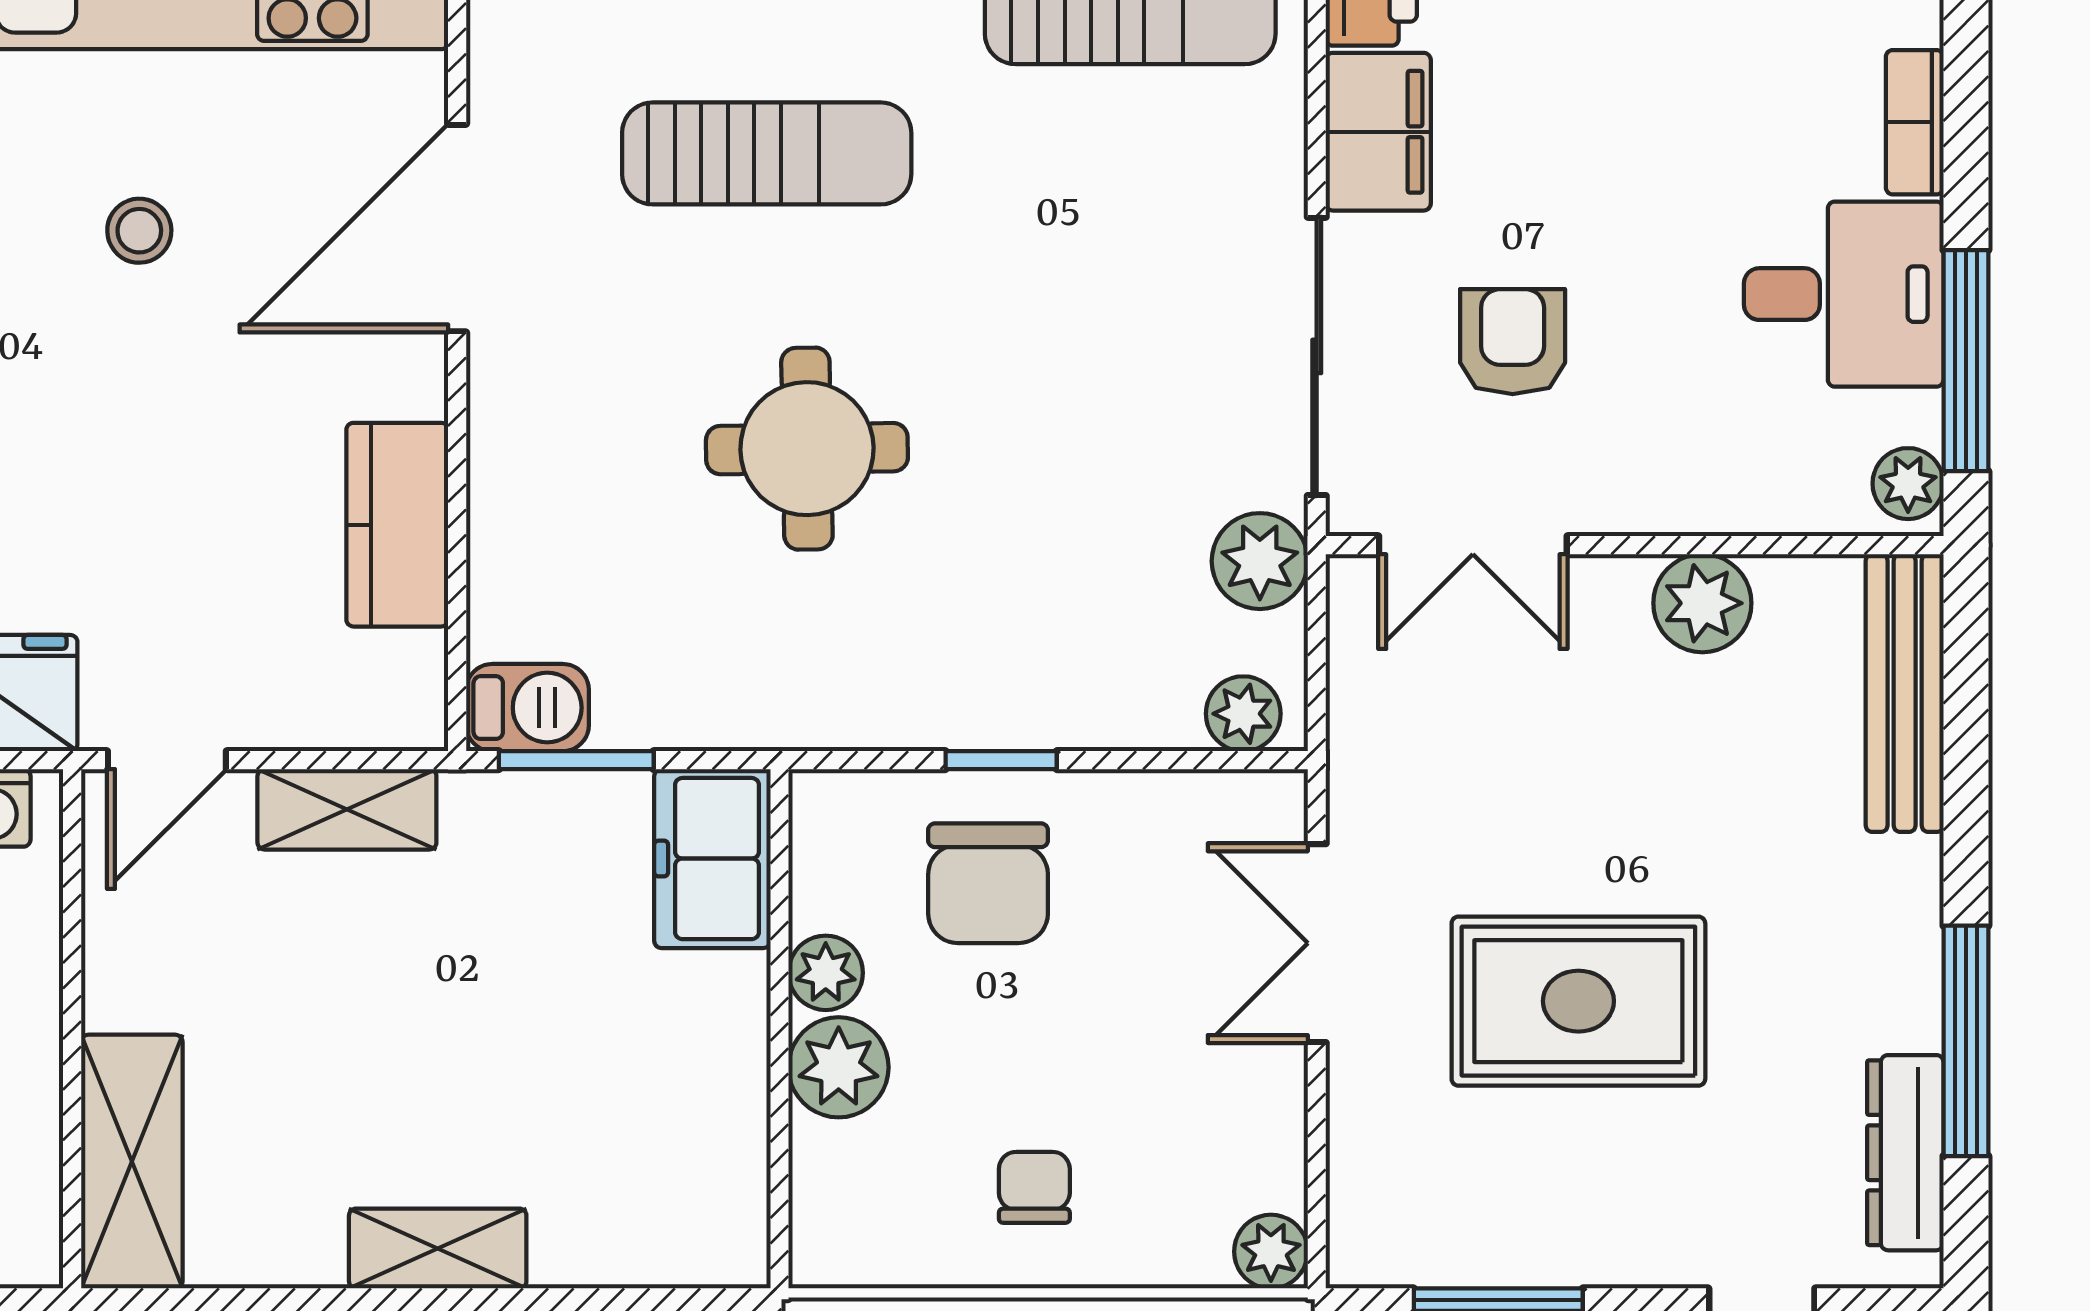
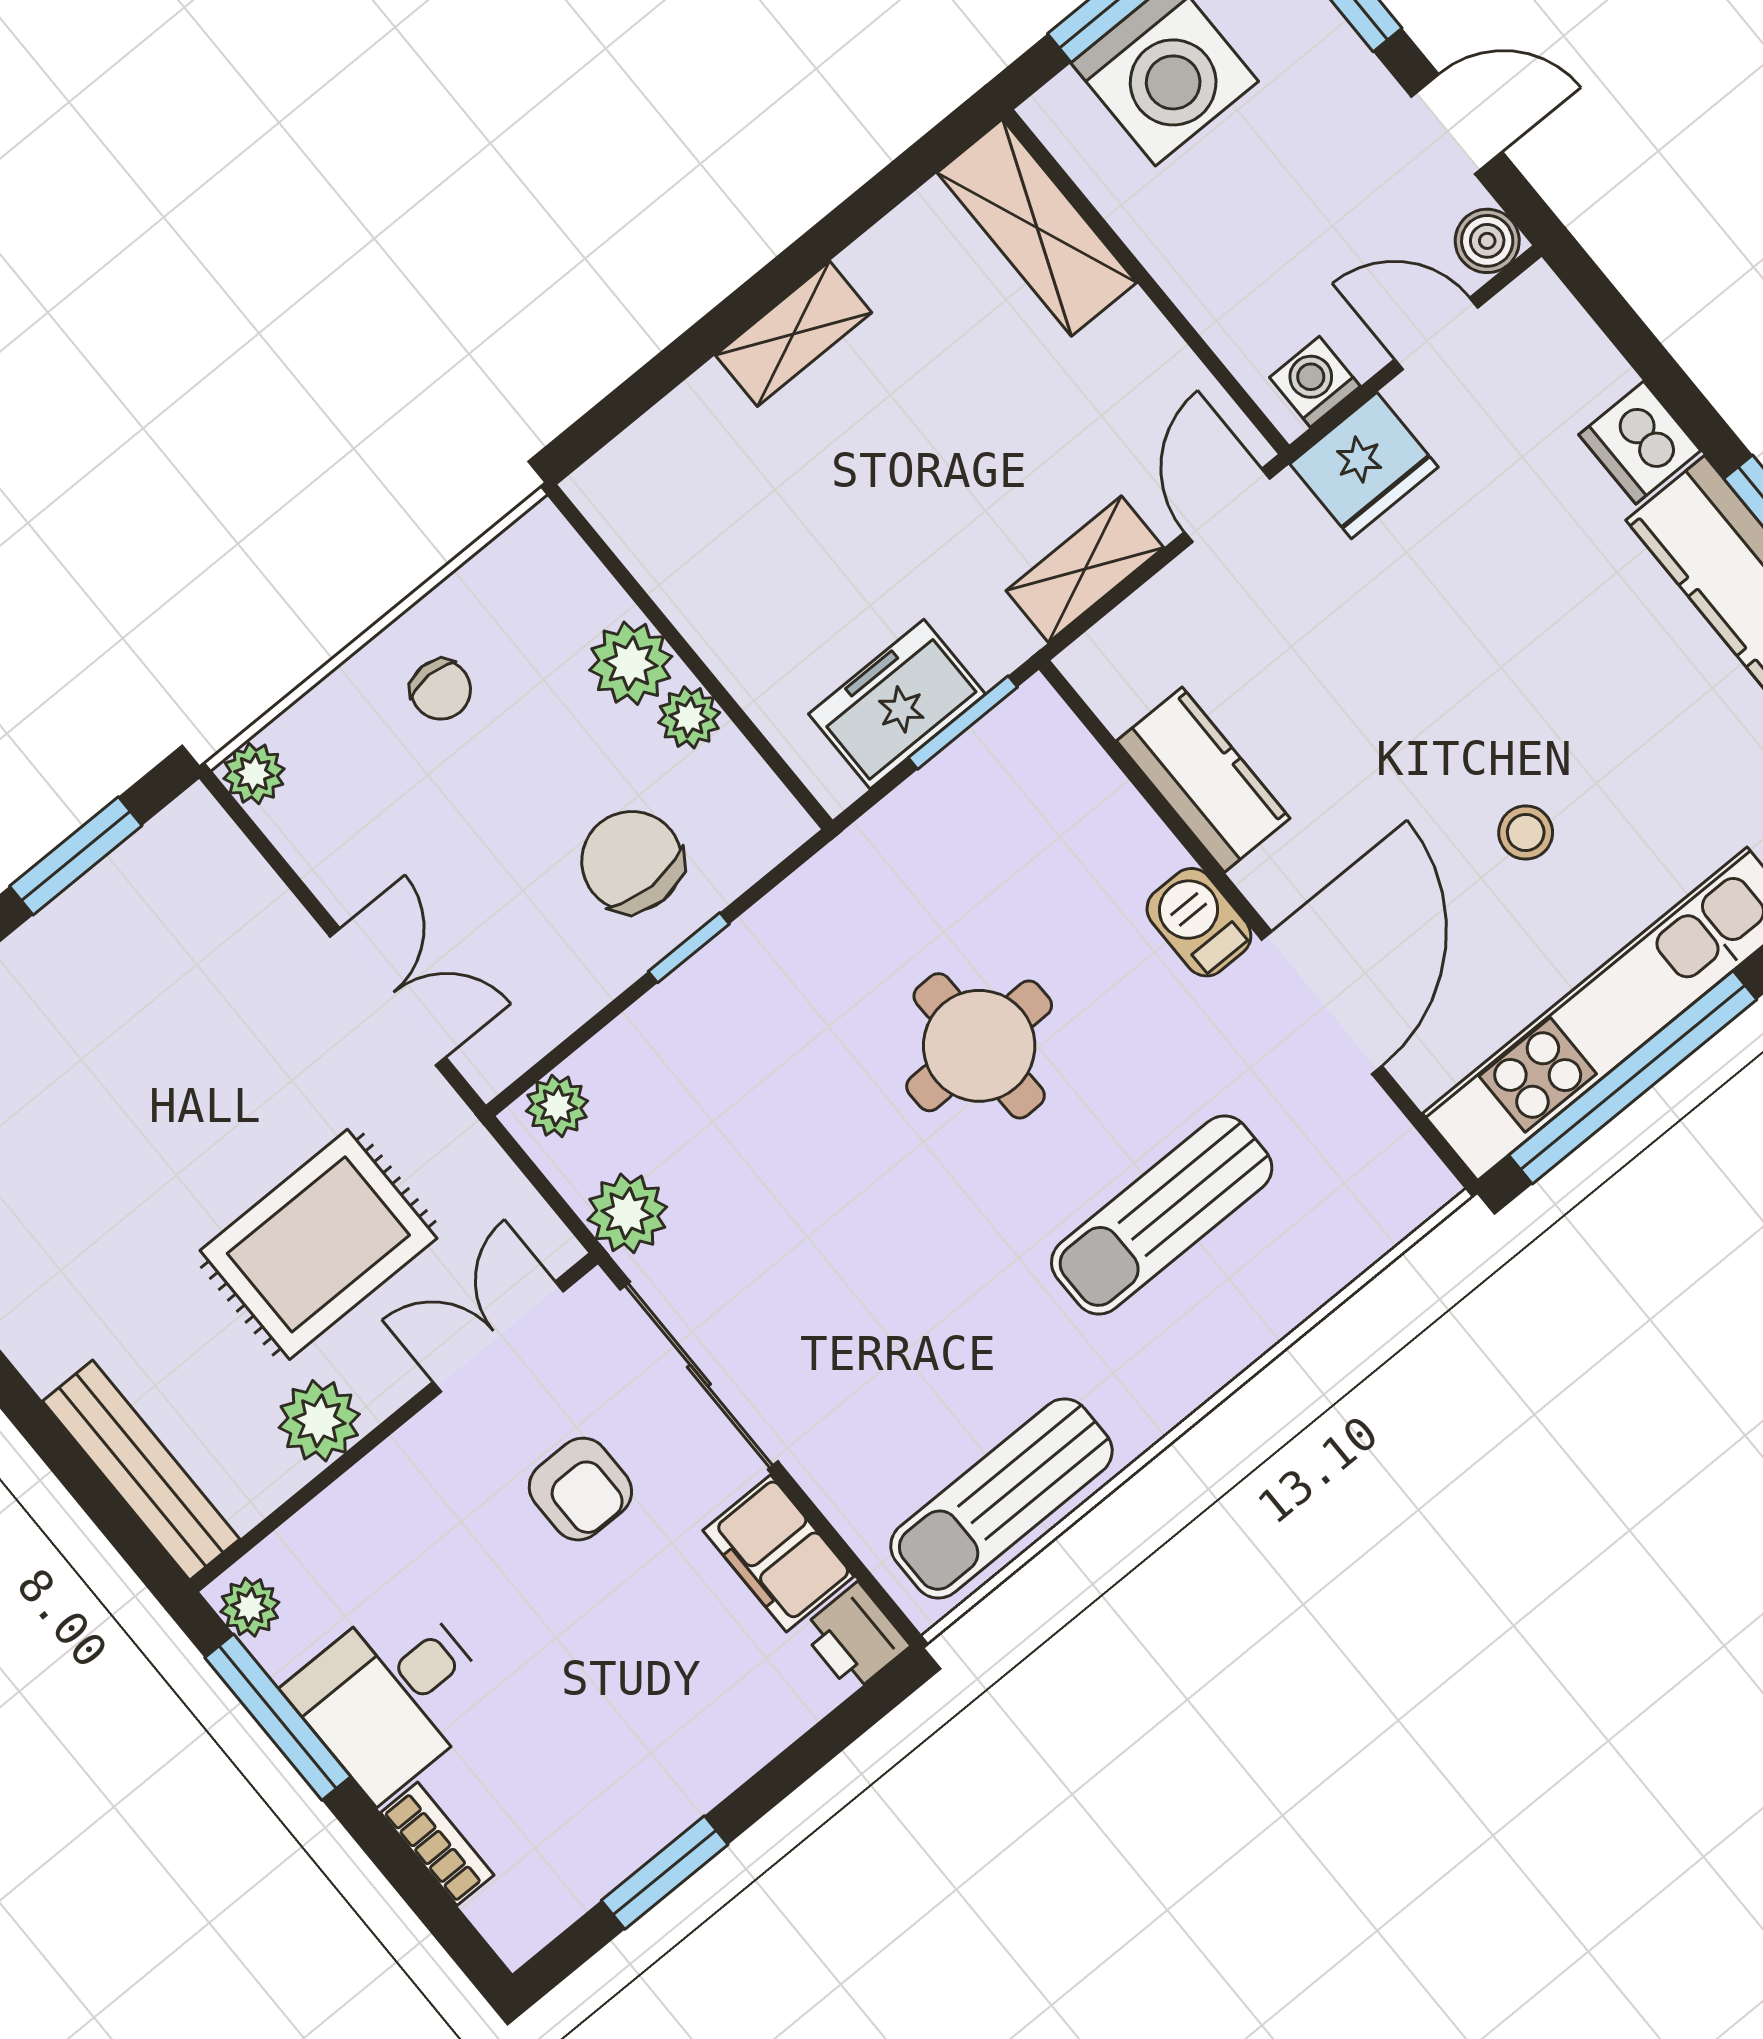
barbecue: (527, 708) -> (1199, 922), moved, turned 90
freezer: (712, 859) -> (897, 704), moved, turned -90
rug: (1578, 1001) -> (318, 1244), moved

